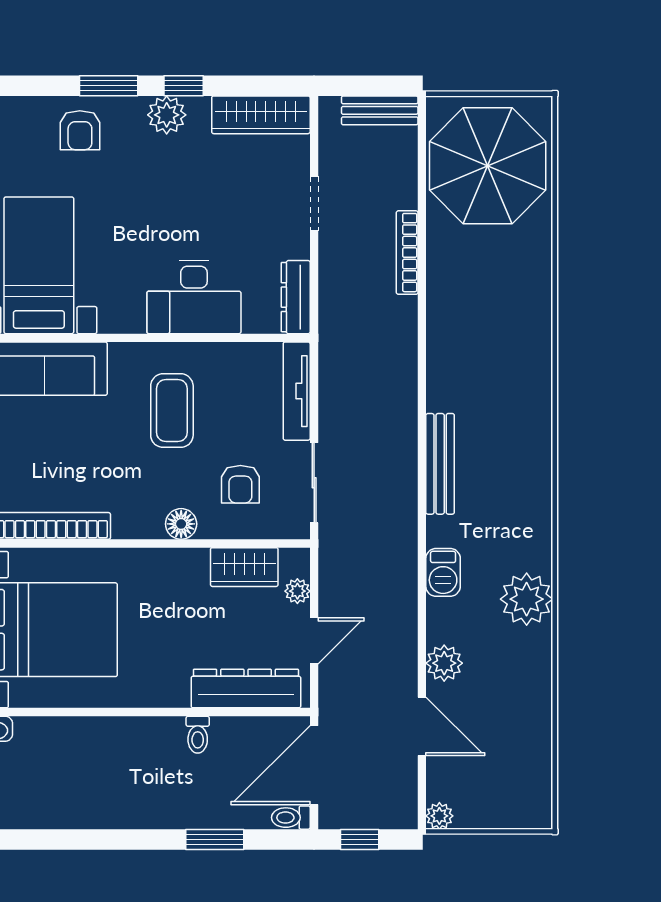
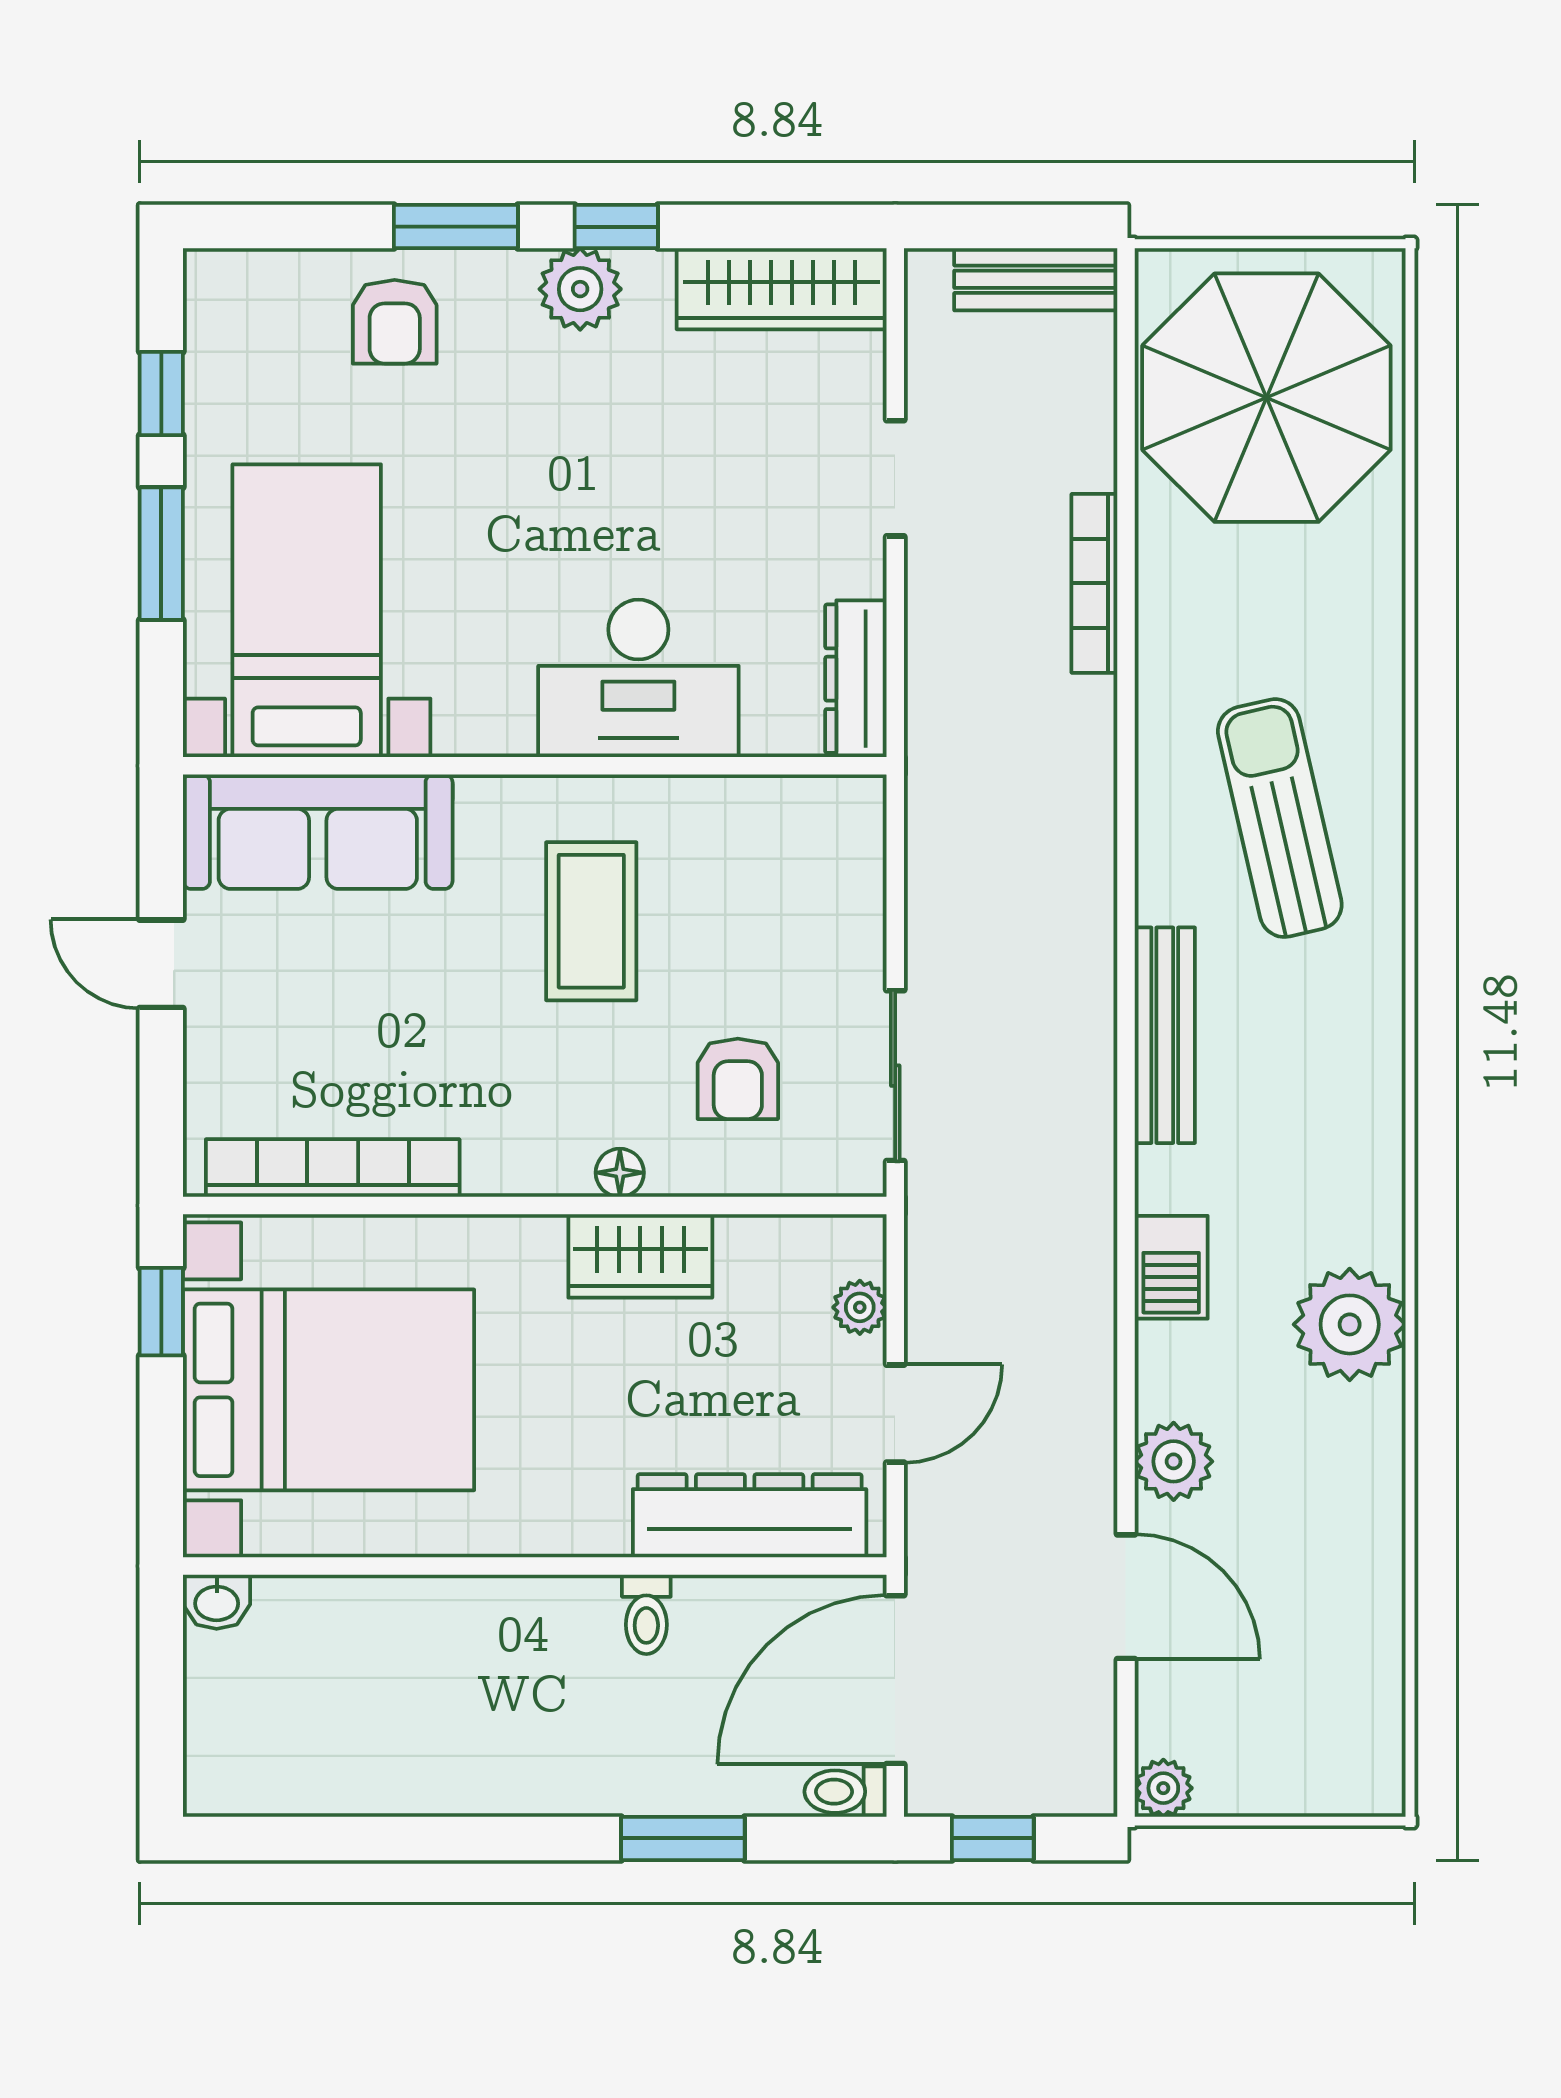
sun lounger: (494, 362) -> (1280, 818), added
tv unit: (297, 391) -> (858, 880), removed
floor lamp: (181, 524) -> (620, 1173), width x0.73, depth x0.73
wardrobe: (244, 567) -> (640, 1256), moved

